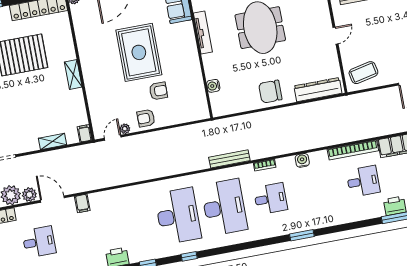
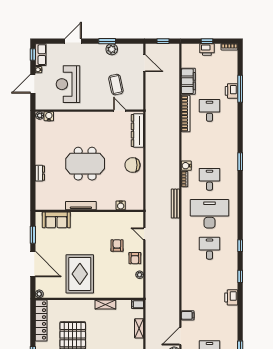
door: (335, 36) -> (120, 111), moved
rug: (139, 52) -> (80, 274), moved, turned 90
coffee table: (363, 73) -> (116, 85), moved
shelving: (73, 75) -> (105, 305), moved
chair: (270, 92) -> (132, 165), turned 90
door: (113, 138) -> (144, 234), moved
water cooler: (302, 160) -> (186, 166), moved
desk: (178, 216) -> (210, 248), width x0.53, depth x0.77

